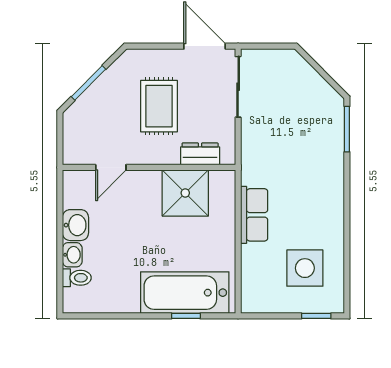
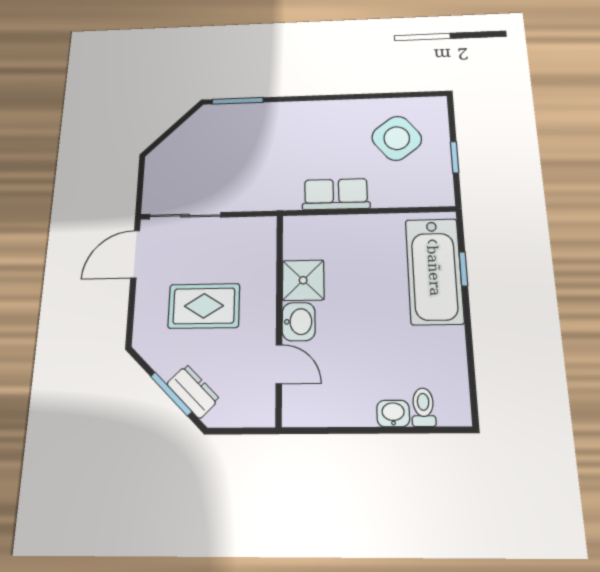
dresser: (200, 154) -> (193, 391), moved, turned 135
shower: (185, 193) -> (303, 280), width x0.73, depth x0.73
washbasin: (75, 225) -> (299, 322), moved, turned 90
side table: (305, 268) -> (397, 138), turned -38
window: (316, 316) -> (455, 157), moved

